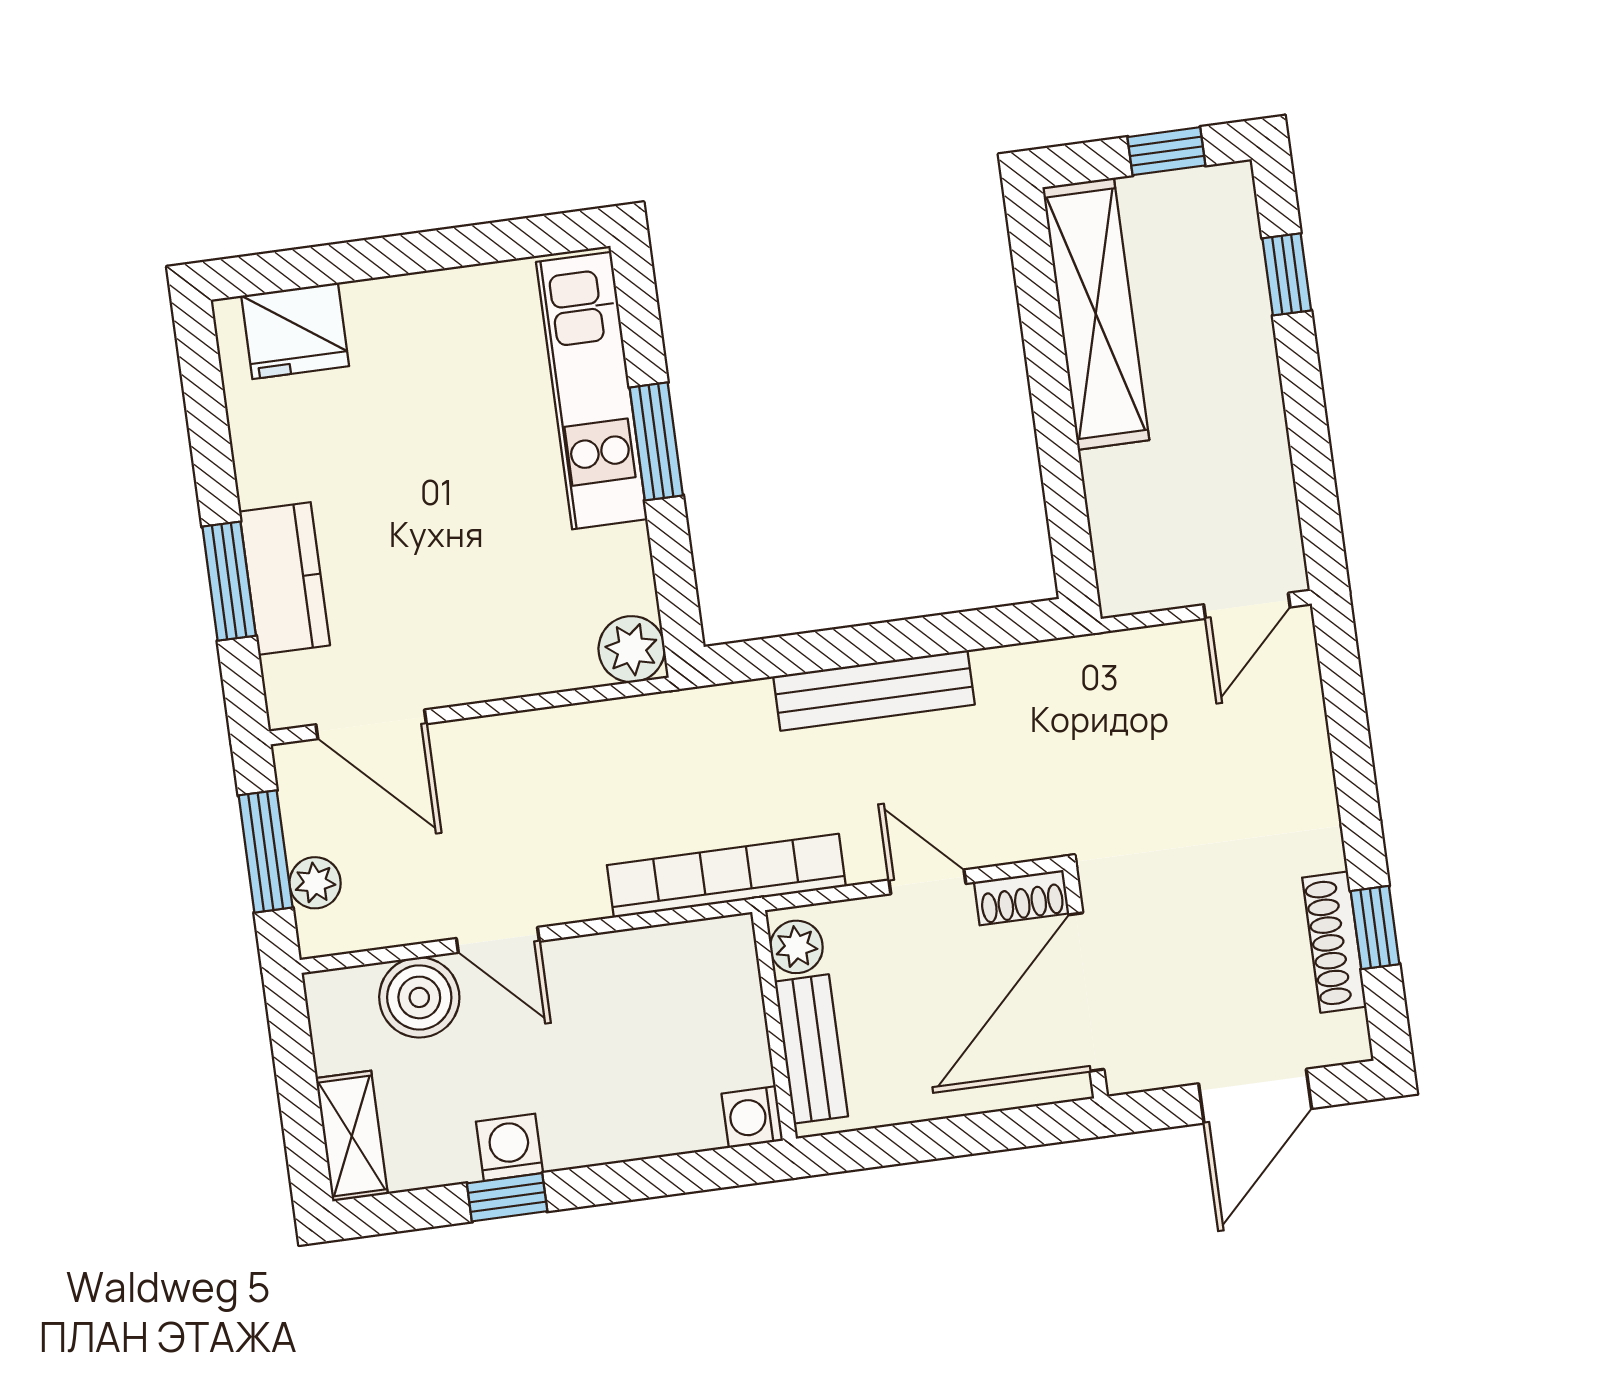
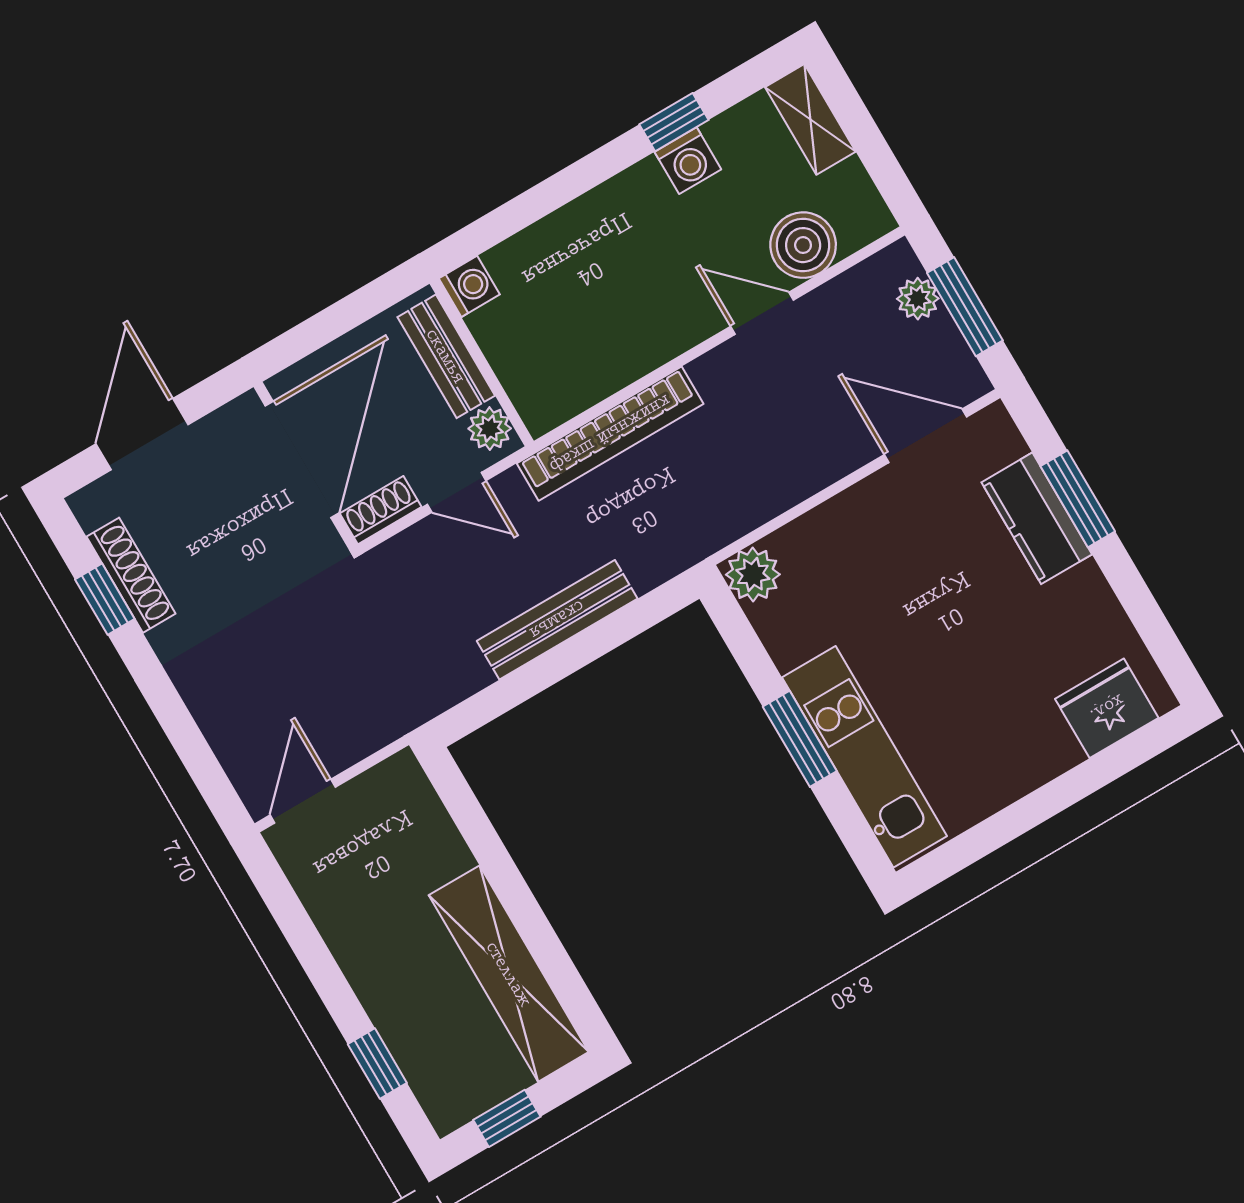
plant: (796, 947) -> (490, 429), moved
wall: (774, 1025) -> (482, 362), moved
bench: (811, 1049) -> (446, 356), moved
washing machine: (752, 1117) -> (469, 286), moved

